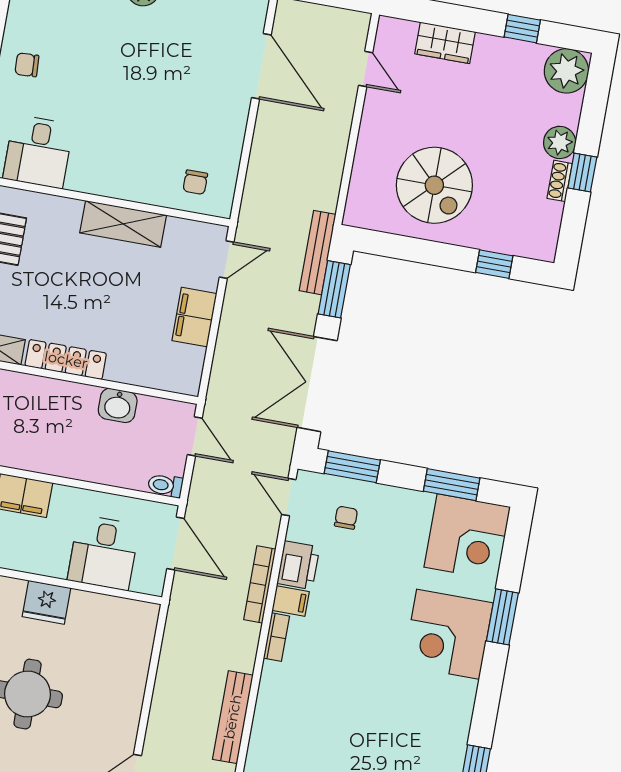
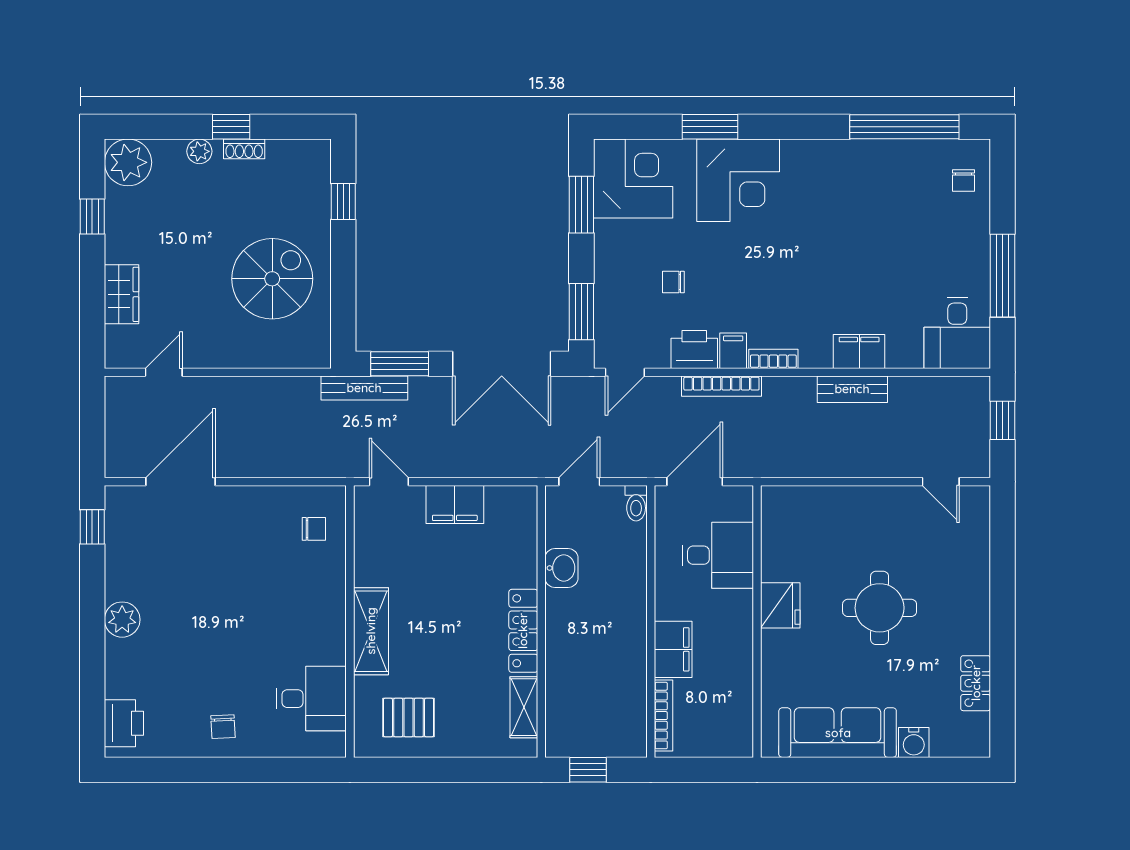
plant: (560, 142) -> (199, 151), width x0.73, depth x0.73
shelving: (123, 224) -> (371, 631), moved
chair: (346, 518) -> (673, 282), moved
bench: (233, 717) -> (852, 389), width x0.73
filing cabinet: (269, 718) -> (859, 352), added

